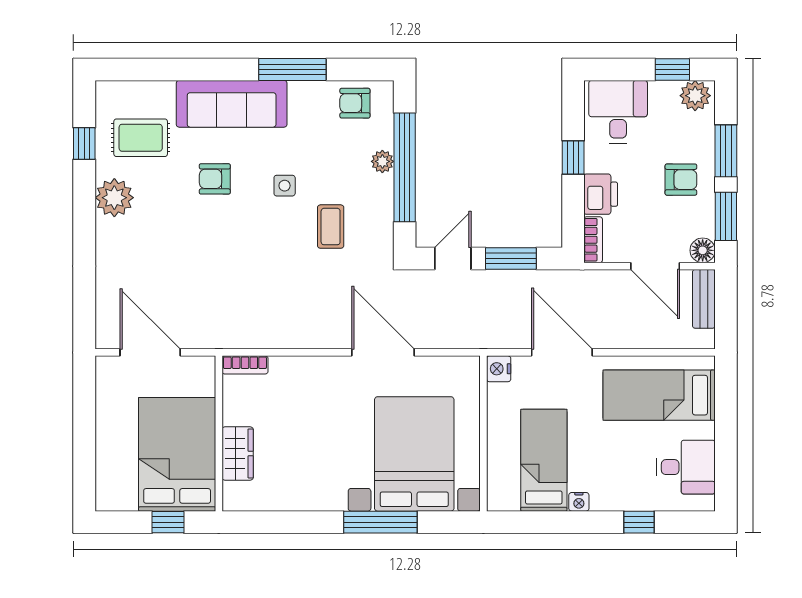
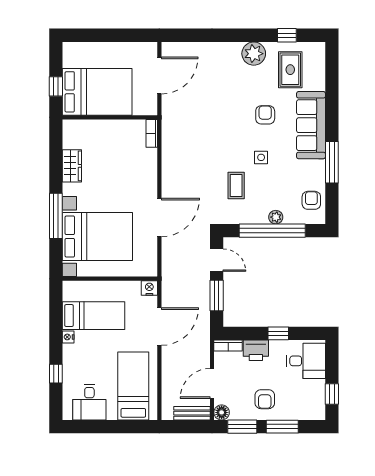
plant: (695, 96) -> (316, 408), removed
coffee table: (331, 227) -> (236, 186), turned 90
wardrobe: (238, 453) -> (72, 166), moved, turned -90

